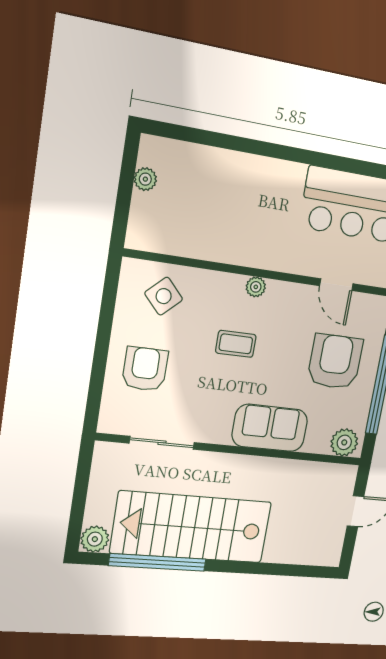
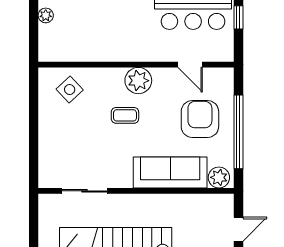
plant: (256, 287) -> (138, 81), width x1.87, depth x1.87
armchair: (145, 369) -> (65, 140), removed
sofa: (270, 428) -> (170, 172), width x1.36

